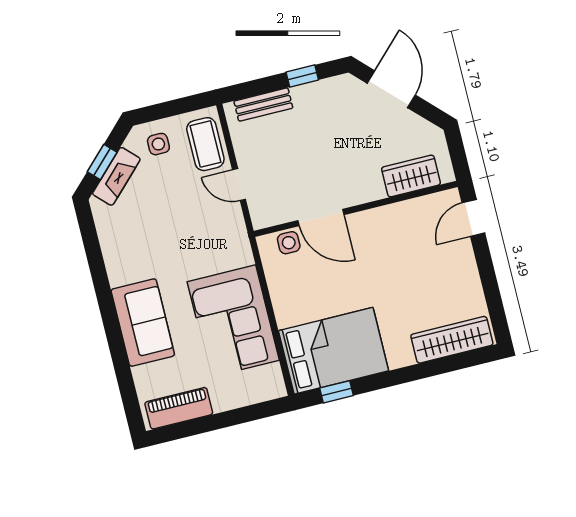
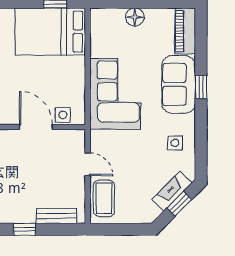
side table: (158, 144) -> (175, 143), moved
corner sofa: (233, 321) -> (115, 94), moved
window: (112, 326) -> (201, 87), added
floor lamp: (224, 399) -> (135, 17), added
piano: (179, 408) -> (185, 31), moved, turned 90

